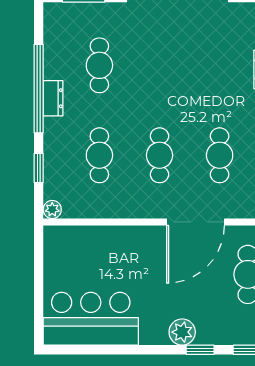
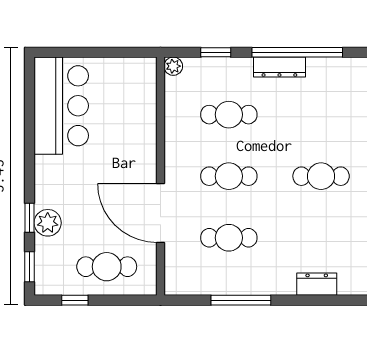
cafe table: (99, 65) -> (321, 176), moved
dresser: (53, 98) -> (279, 67), width x1.44
plant: (182, 332) -> (48, 223), moved

